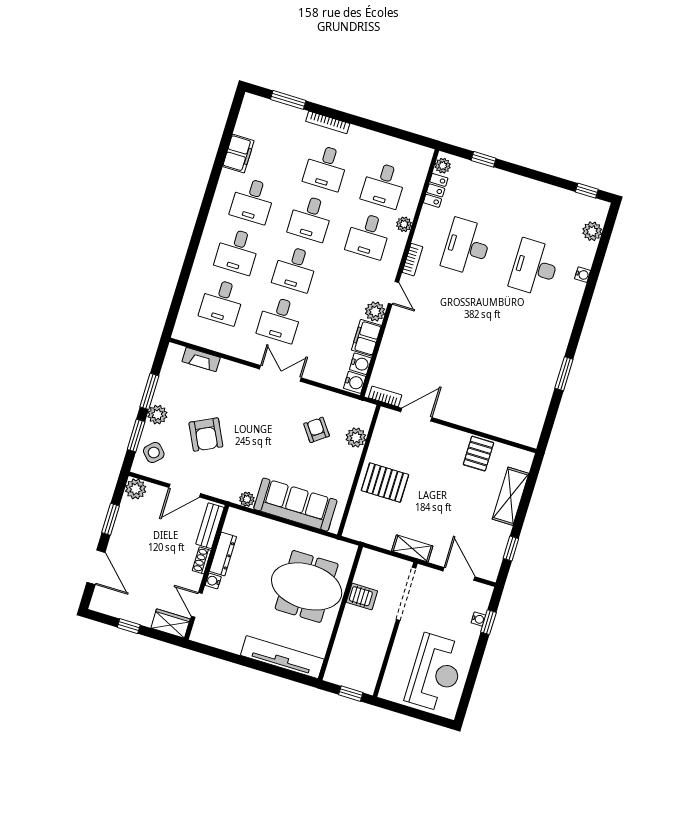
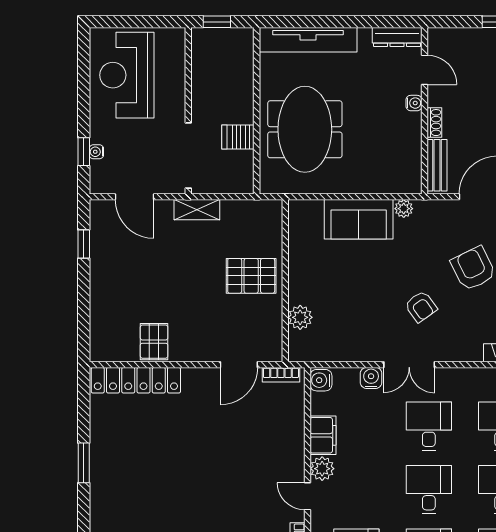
water cooler: (360, 364) -> (371, 378), moved, turned 90
locker: (502, 427) -> (136, 380), added
armchair: (317, 430) -> (421, 307), moved
shelving: (511, 496) -> (102, 304), removed
sofa: (295, 505) -> (359, 219), width x0.73
dresser: (223, 554) -> (397, 37), moved, turned -90
meeting table: (307, 586) -> (305, 129), turned 90
wardrobe: (171, 623) -> (448, 39), removed

